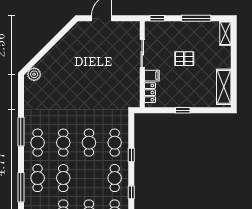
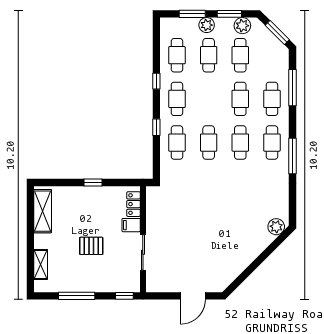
shelving: (225, 33) -> (41, 264), moved

